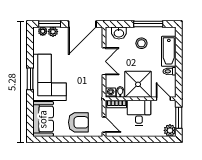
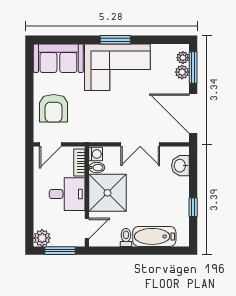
window: (148, 24) -> (193, 207), width x0.46
stool: (141, 43) -> (166, 198), removed

